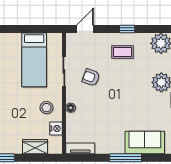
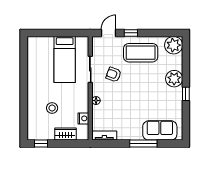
window: (127, 29) -> (131, 33), moved
coffee table: (122, 52) -> (141, 53), width x1.86, depth x1.72
stool: (47, 108) -> (52, 108), moved

